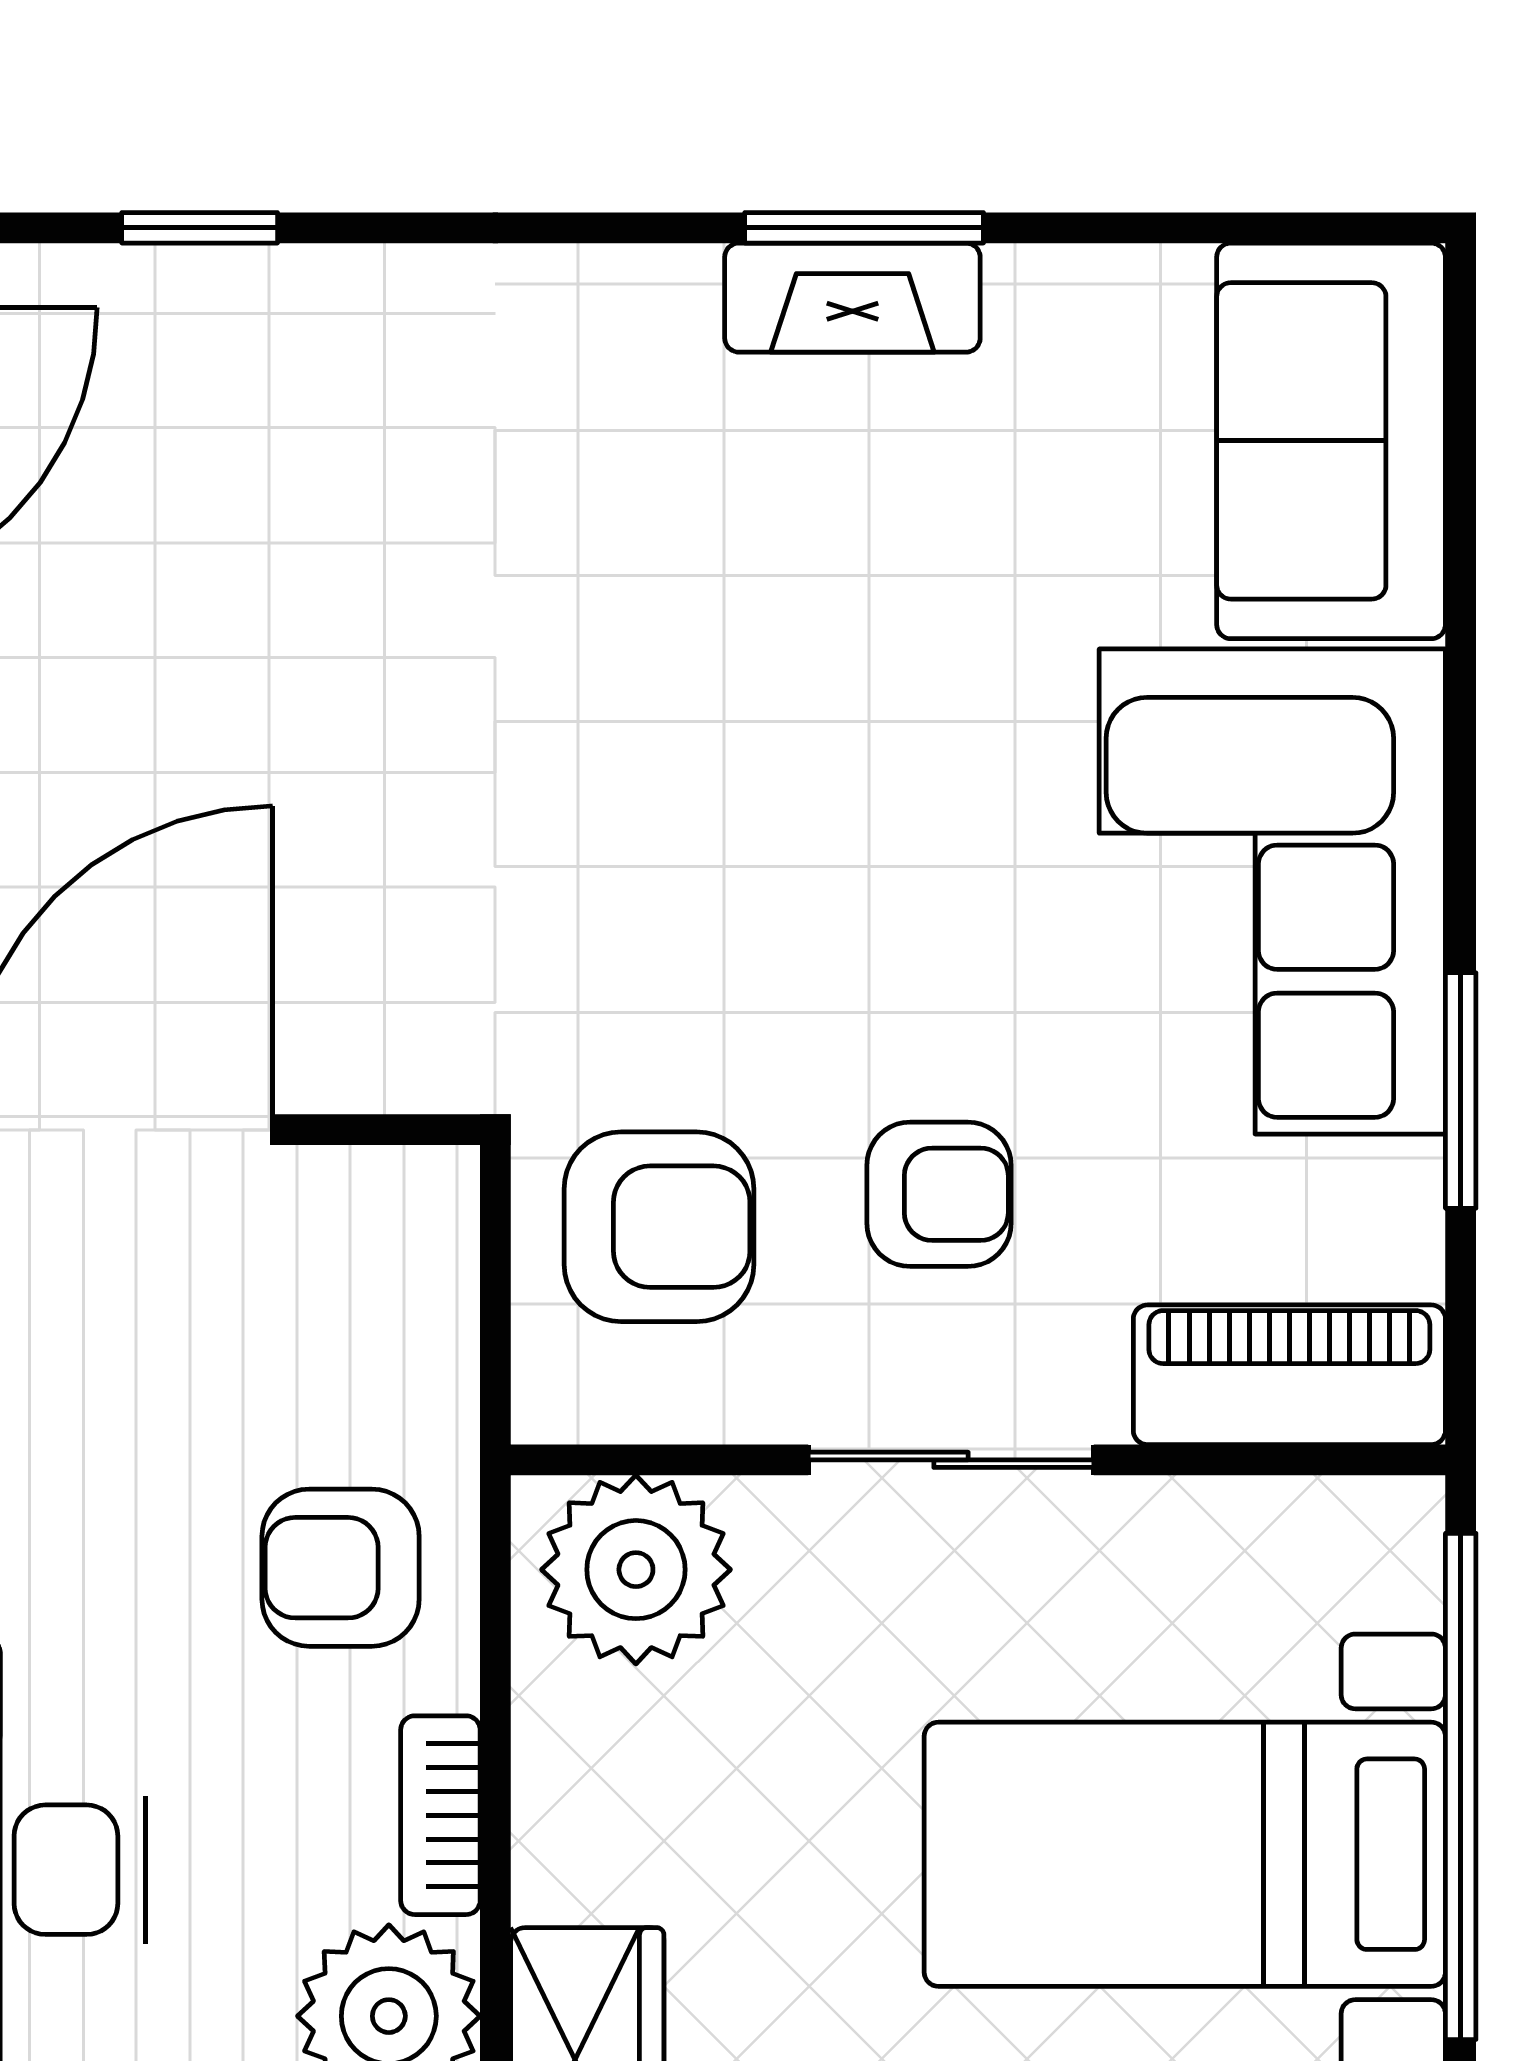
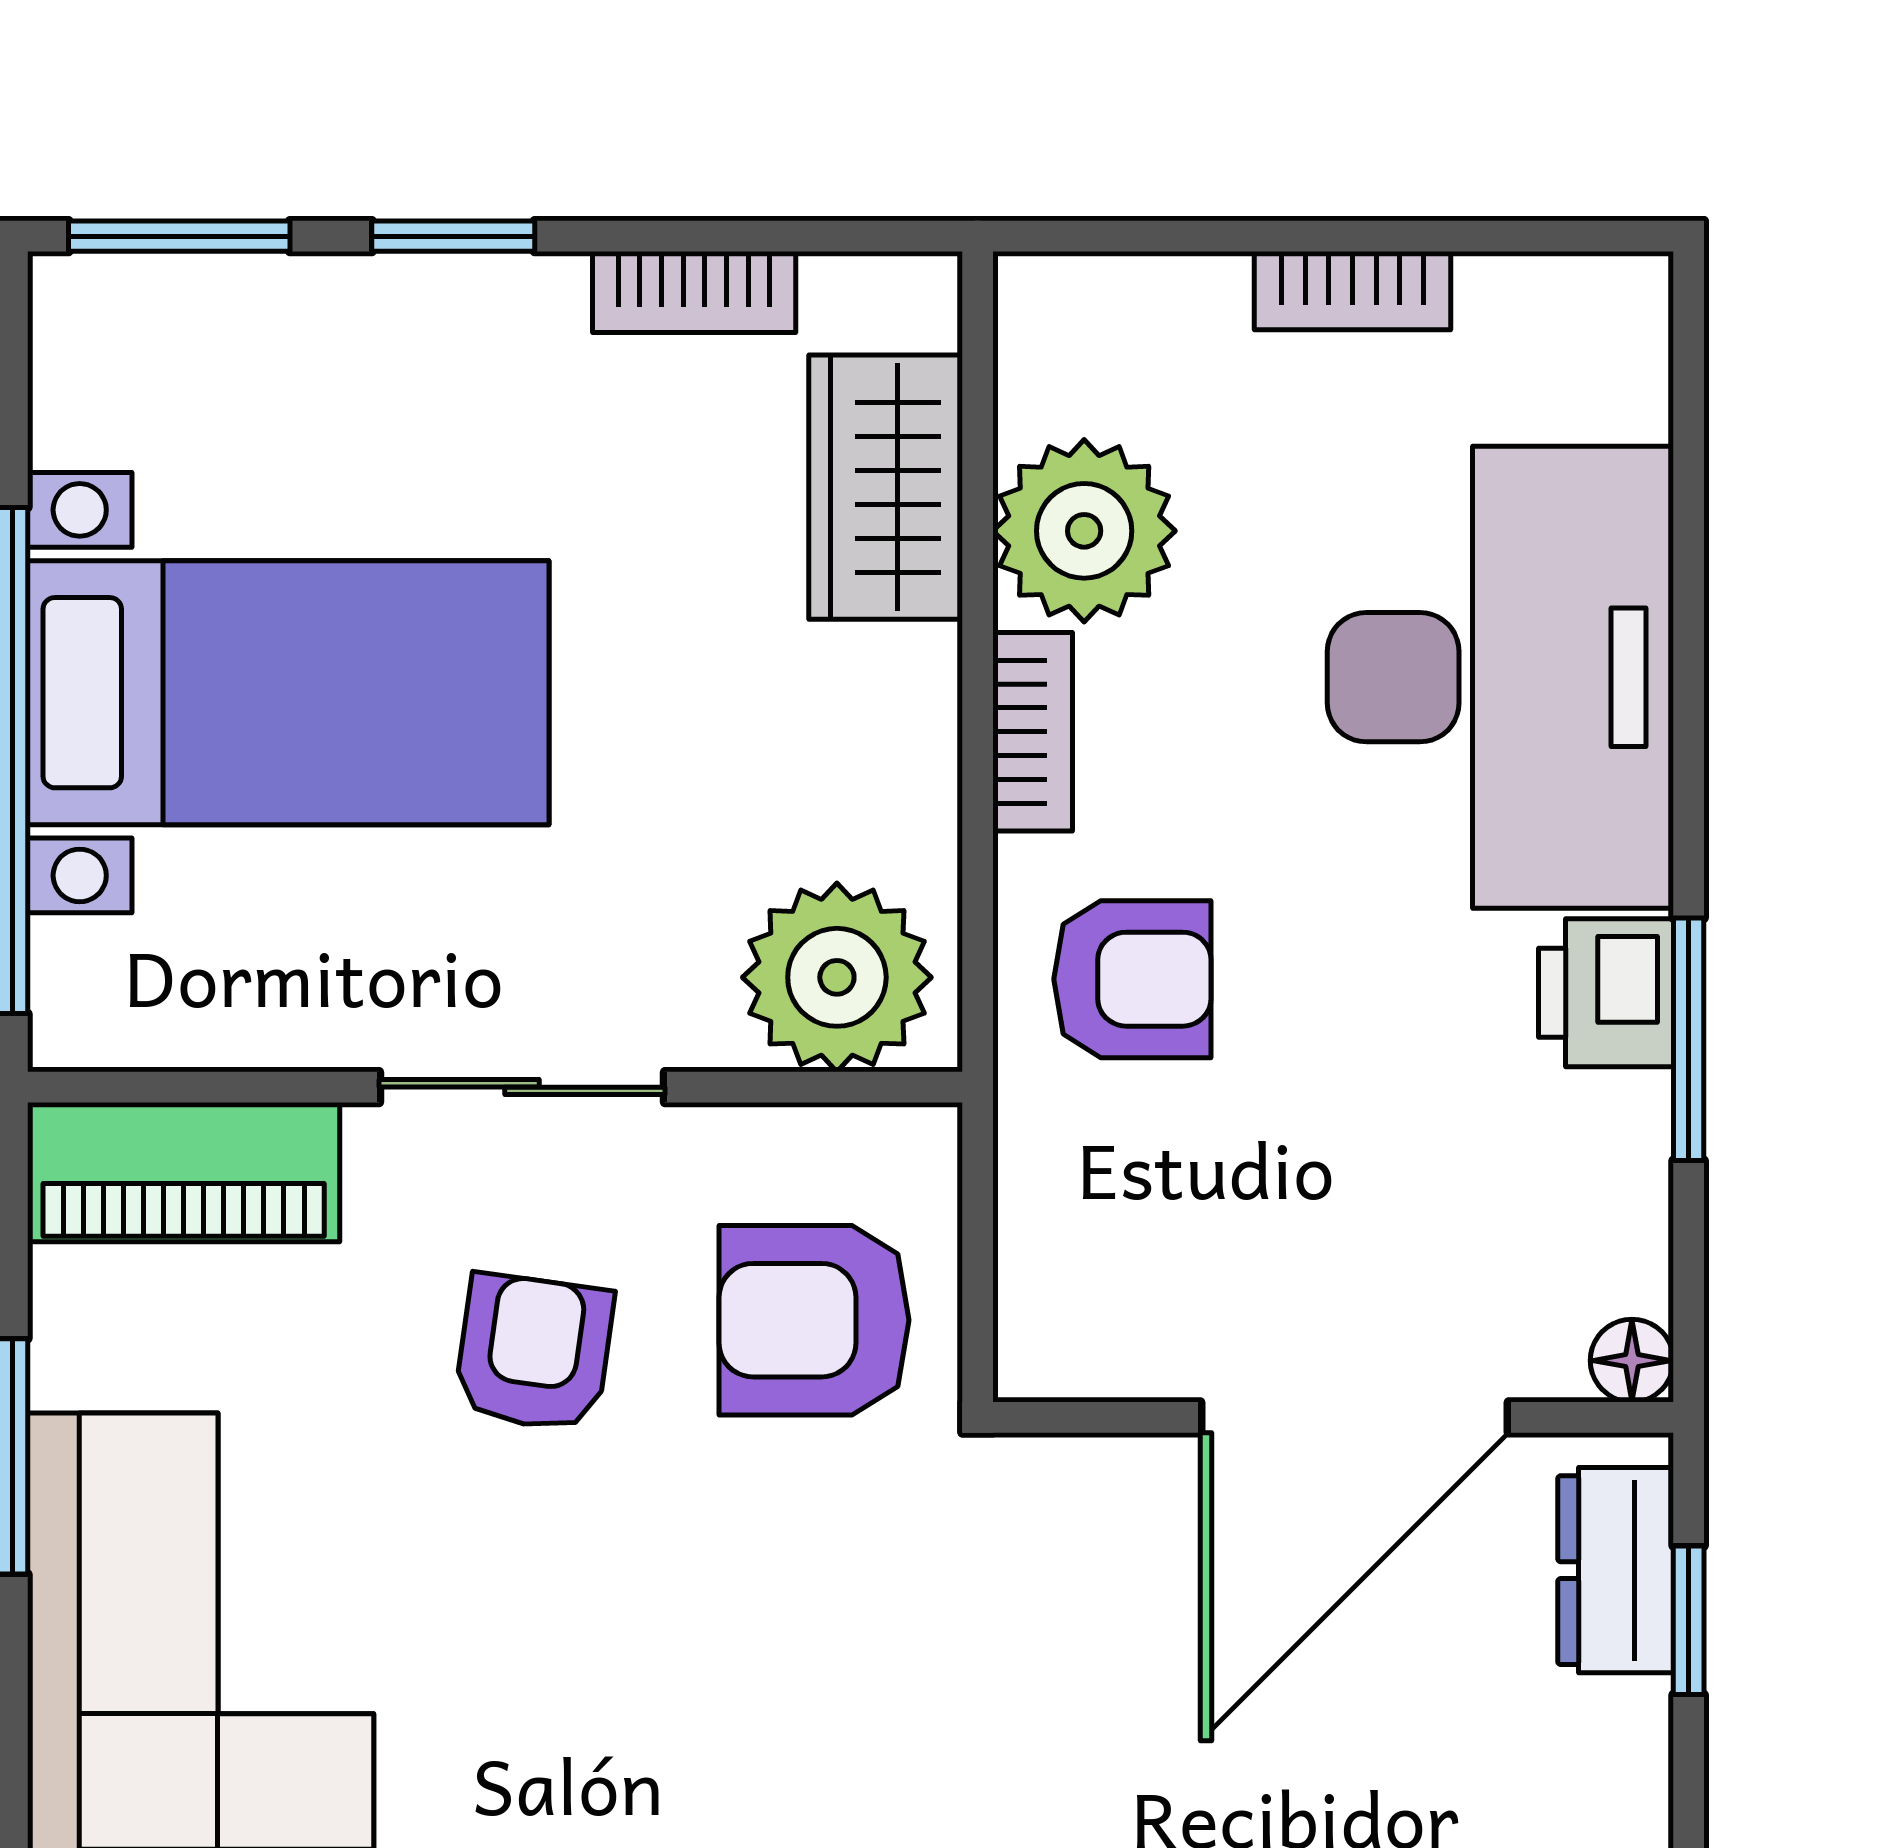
armchair: (939, 1194) -> (534, 1353), turned 98

